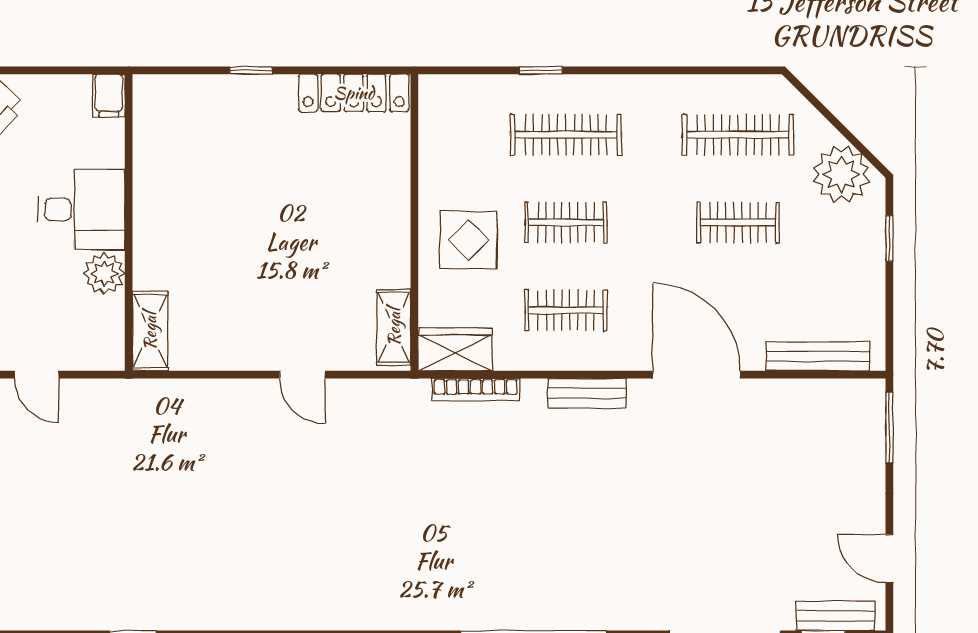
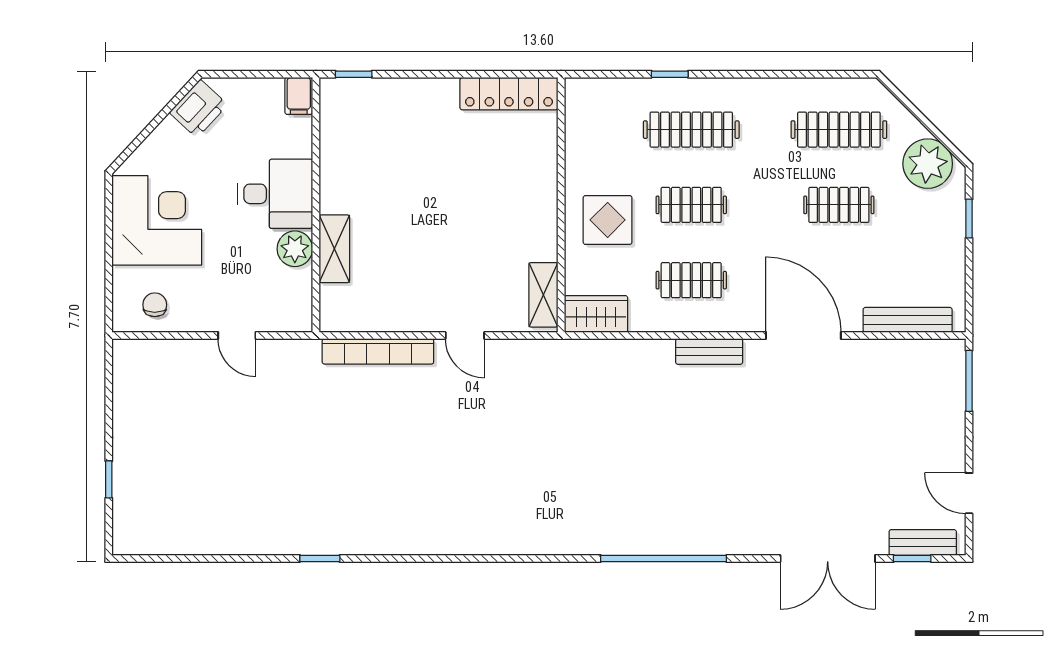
window: (251, 70) -> (354, 74), moved
shelving: (150, 331) -> (334, 249), moved
bookcase: (476, 390) -> (378, 351), moved, width x1.48, depth x1.31

